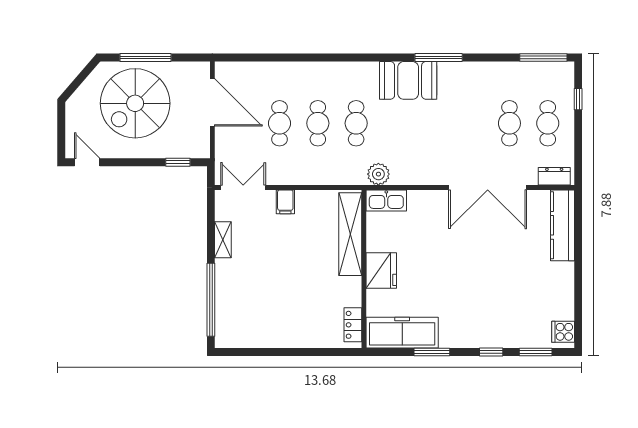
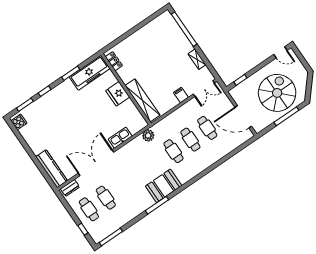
kitchen sink: (386, 200) -> (120, 138), moved

